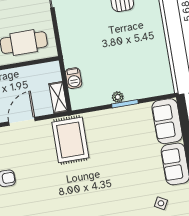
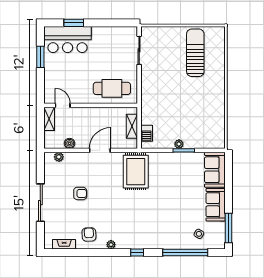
barbecue: (74, 78) -> (147, 133), moved
shelving: (58, 97) -> (132, 126), moved

